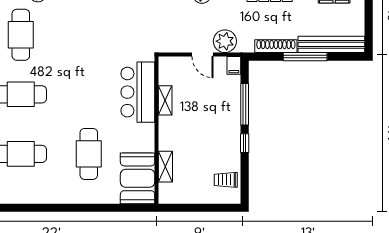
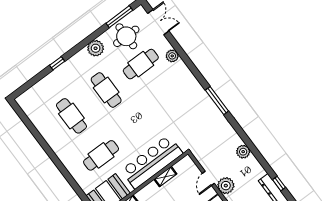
bar counter: (138, 92) -> (152, 162), width x1.36

